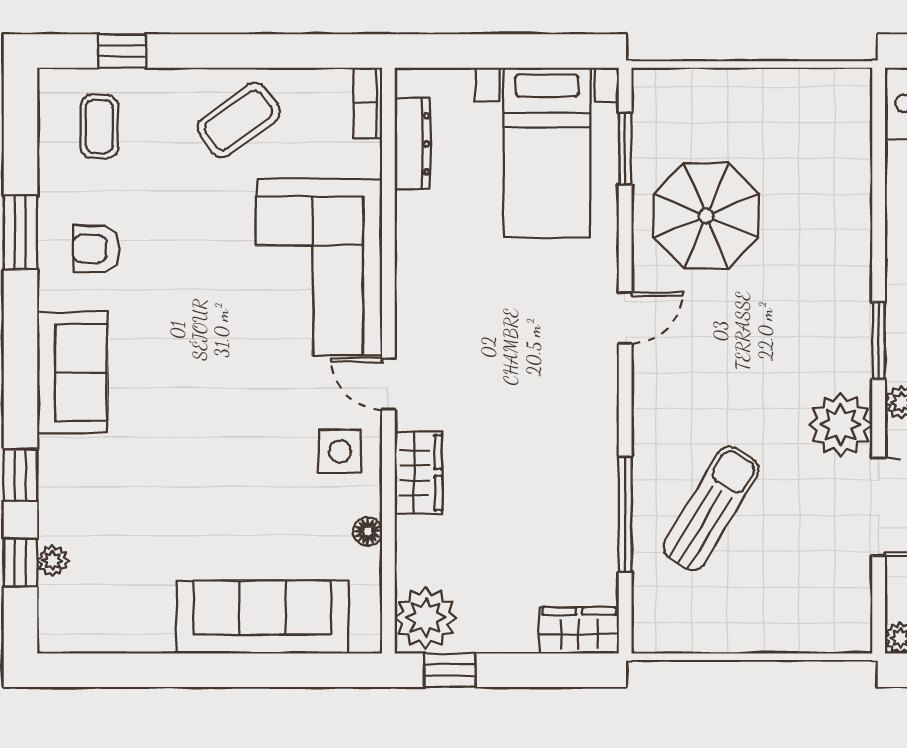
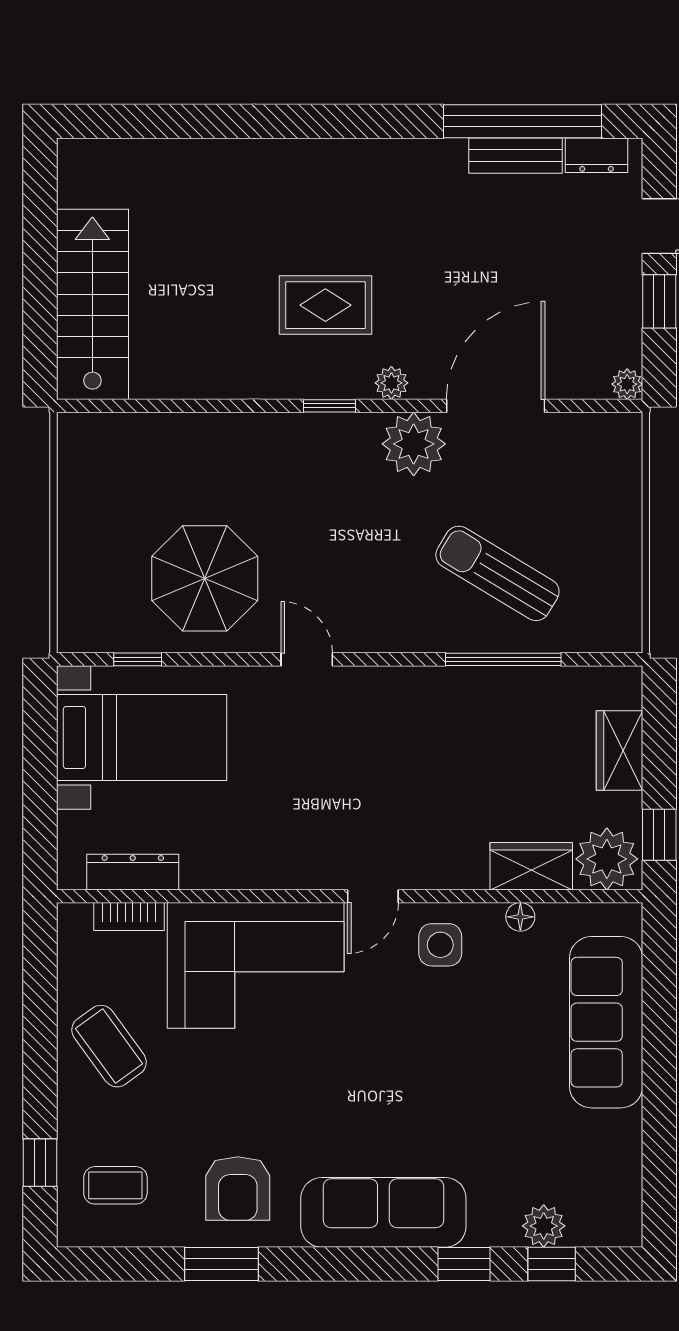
bookcase: (368, 103) -> (129, 917), moved
window: (625, 149) -> (138, 659), width x0.67
armchair: (96, 249) -> (238, 1188), width x1.38, depth x1.38
window: (879, 341) -> (330, 406), width x0.67
sofa: (72, 373) -> (383, 1212), width x1.36
wardrobe: (418, 473) -> (531, 866), moved
plant: (53, 561) -> (544, 1226), width x1.38, depth x1.38
wardrobe: (579, 630) -> (619, 751), moved

